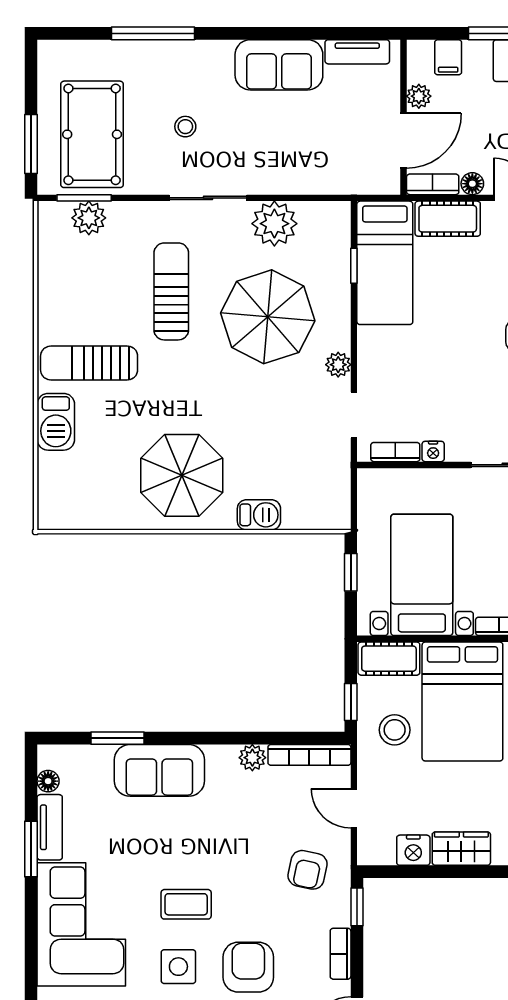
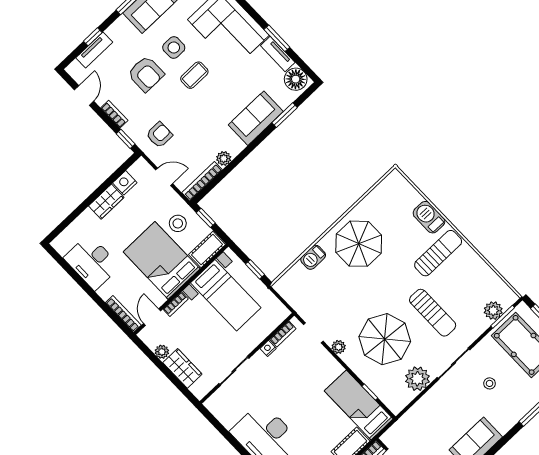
floor lamp: (48, 781) -> (296, 79), width x1.89, depth x1.89
armchair: (308, 870) -> (159, 135), turned 78

